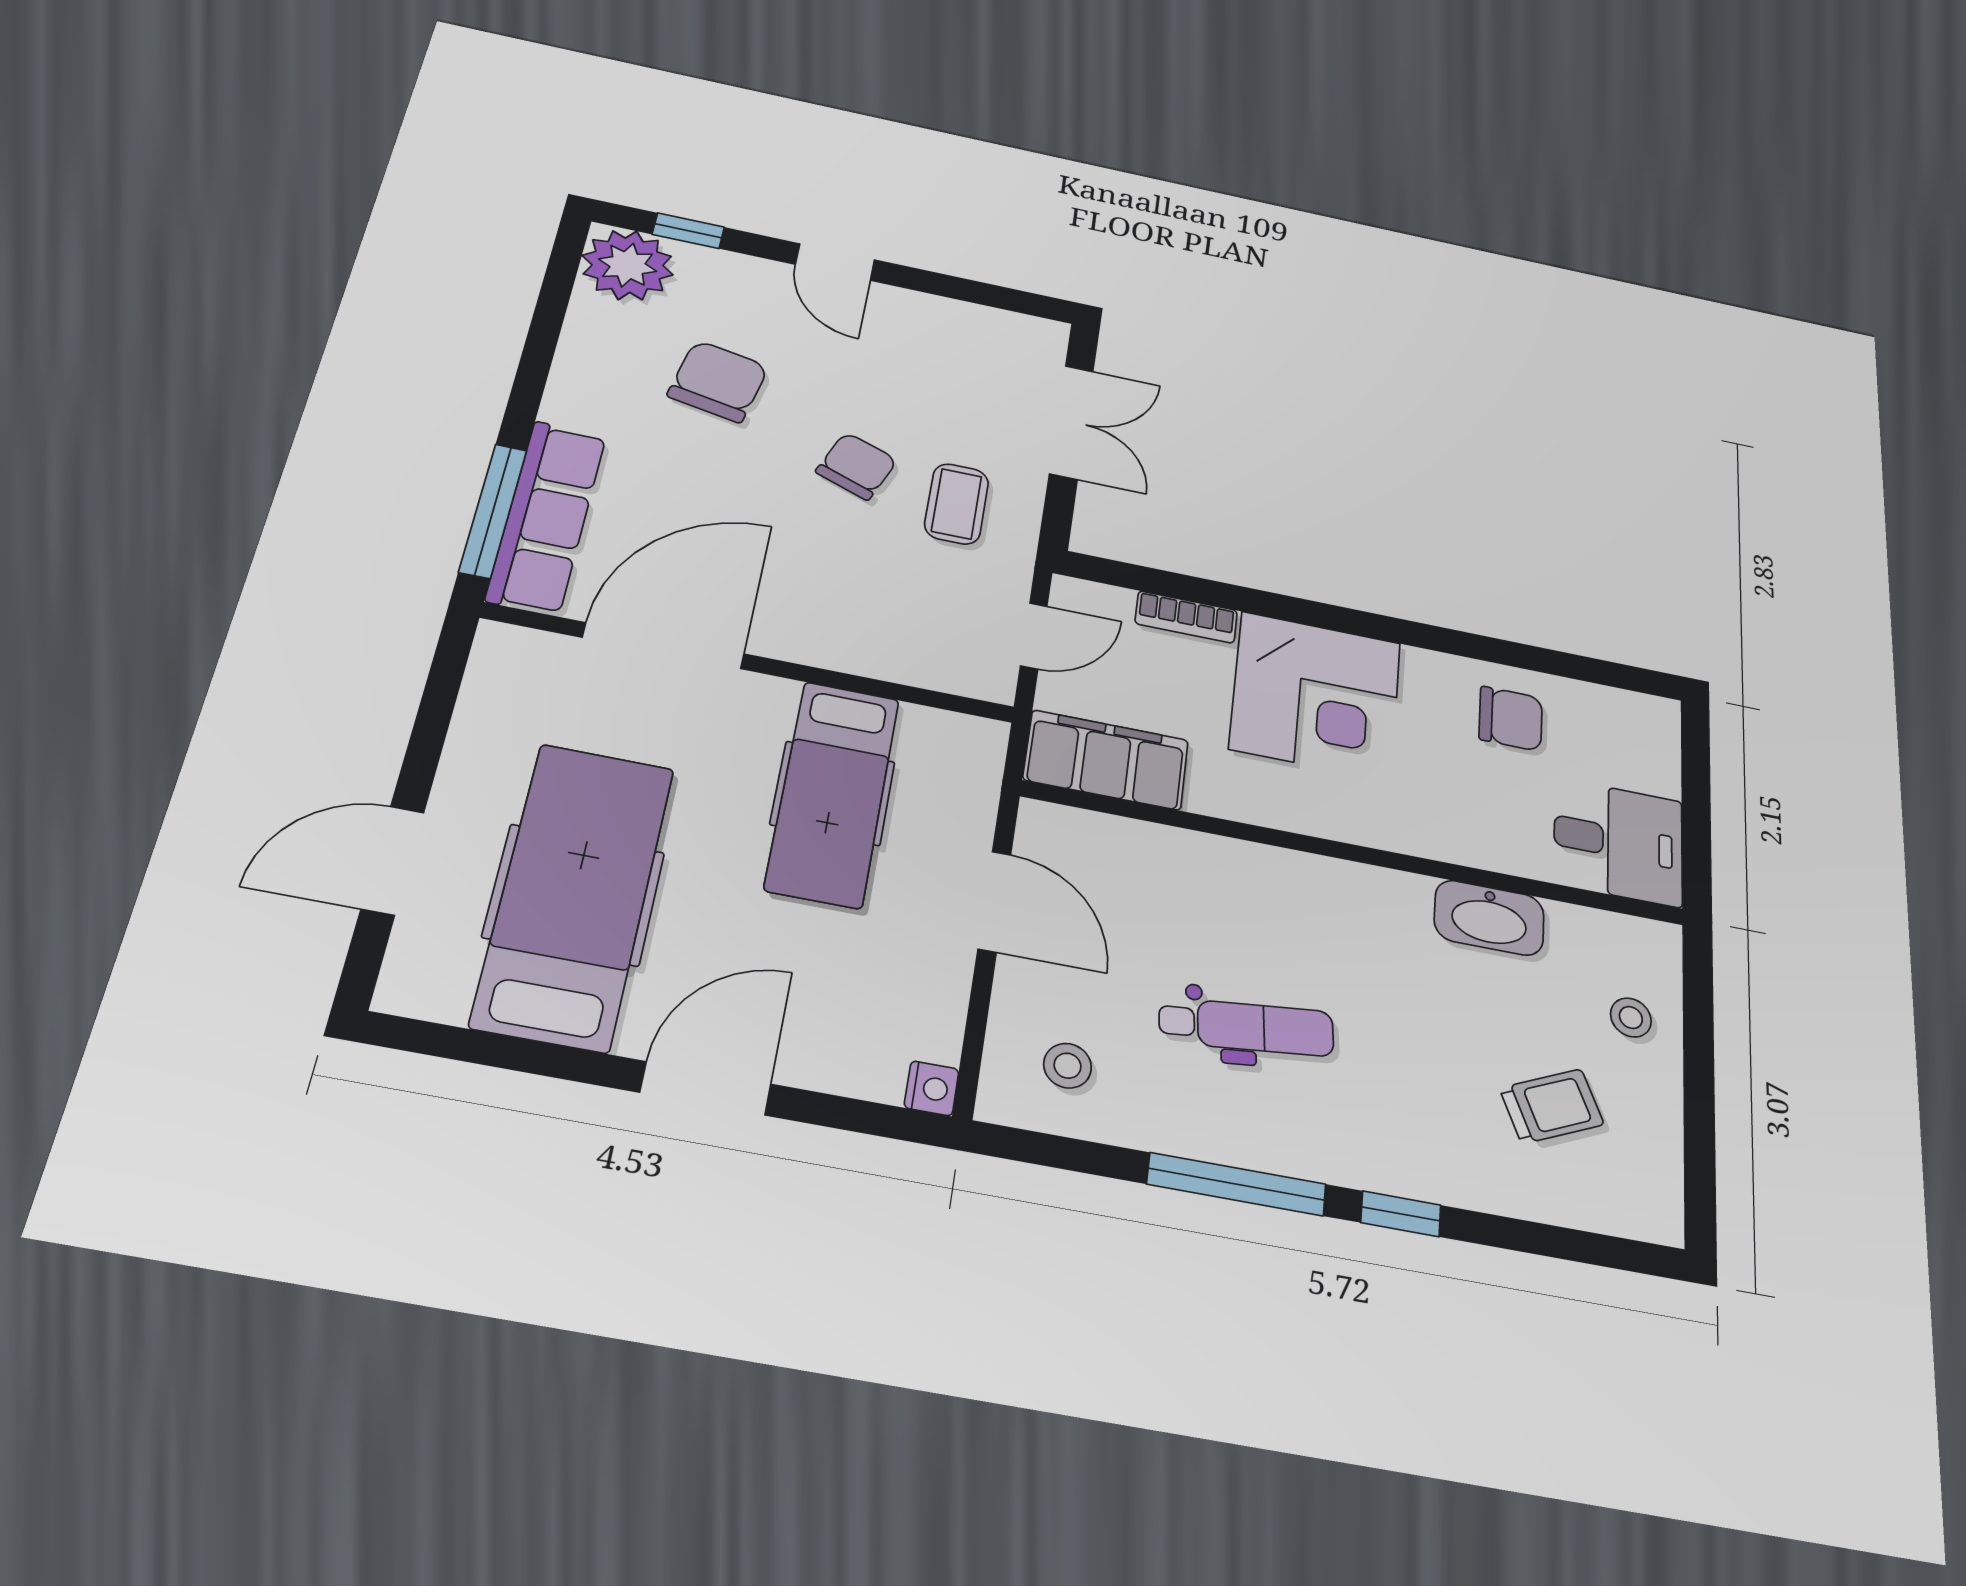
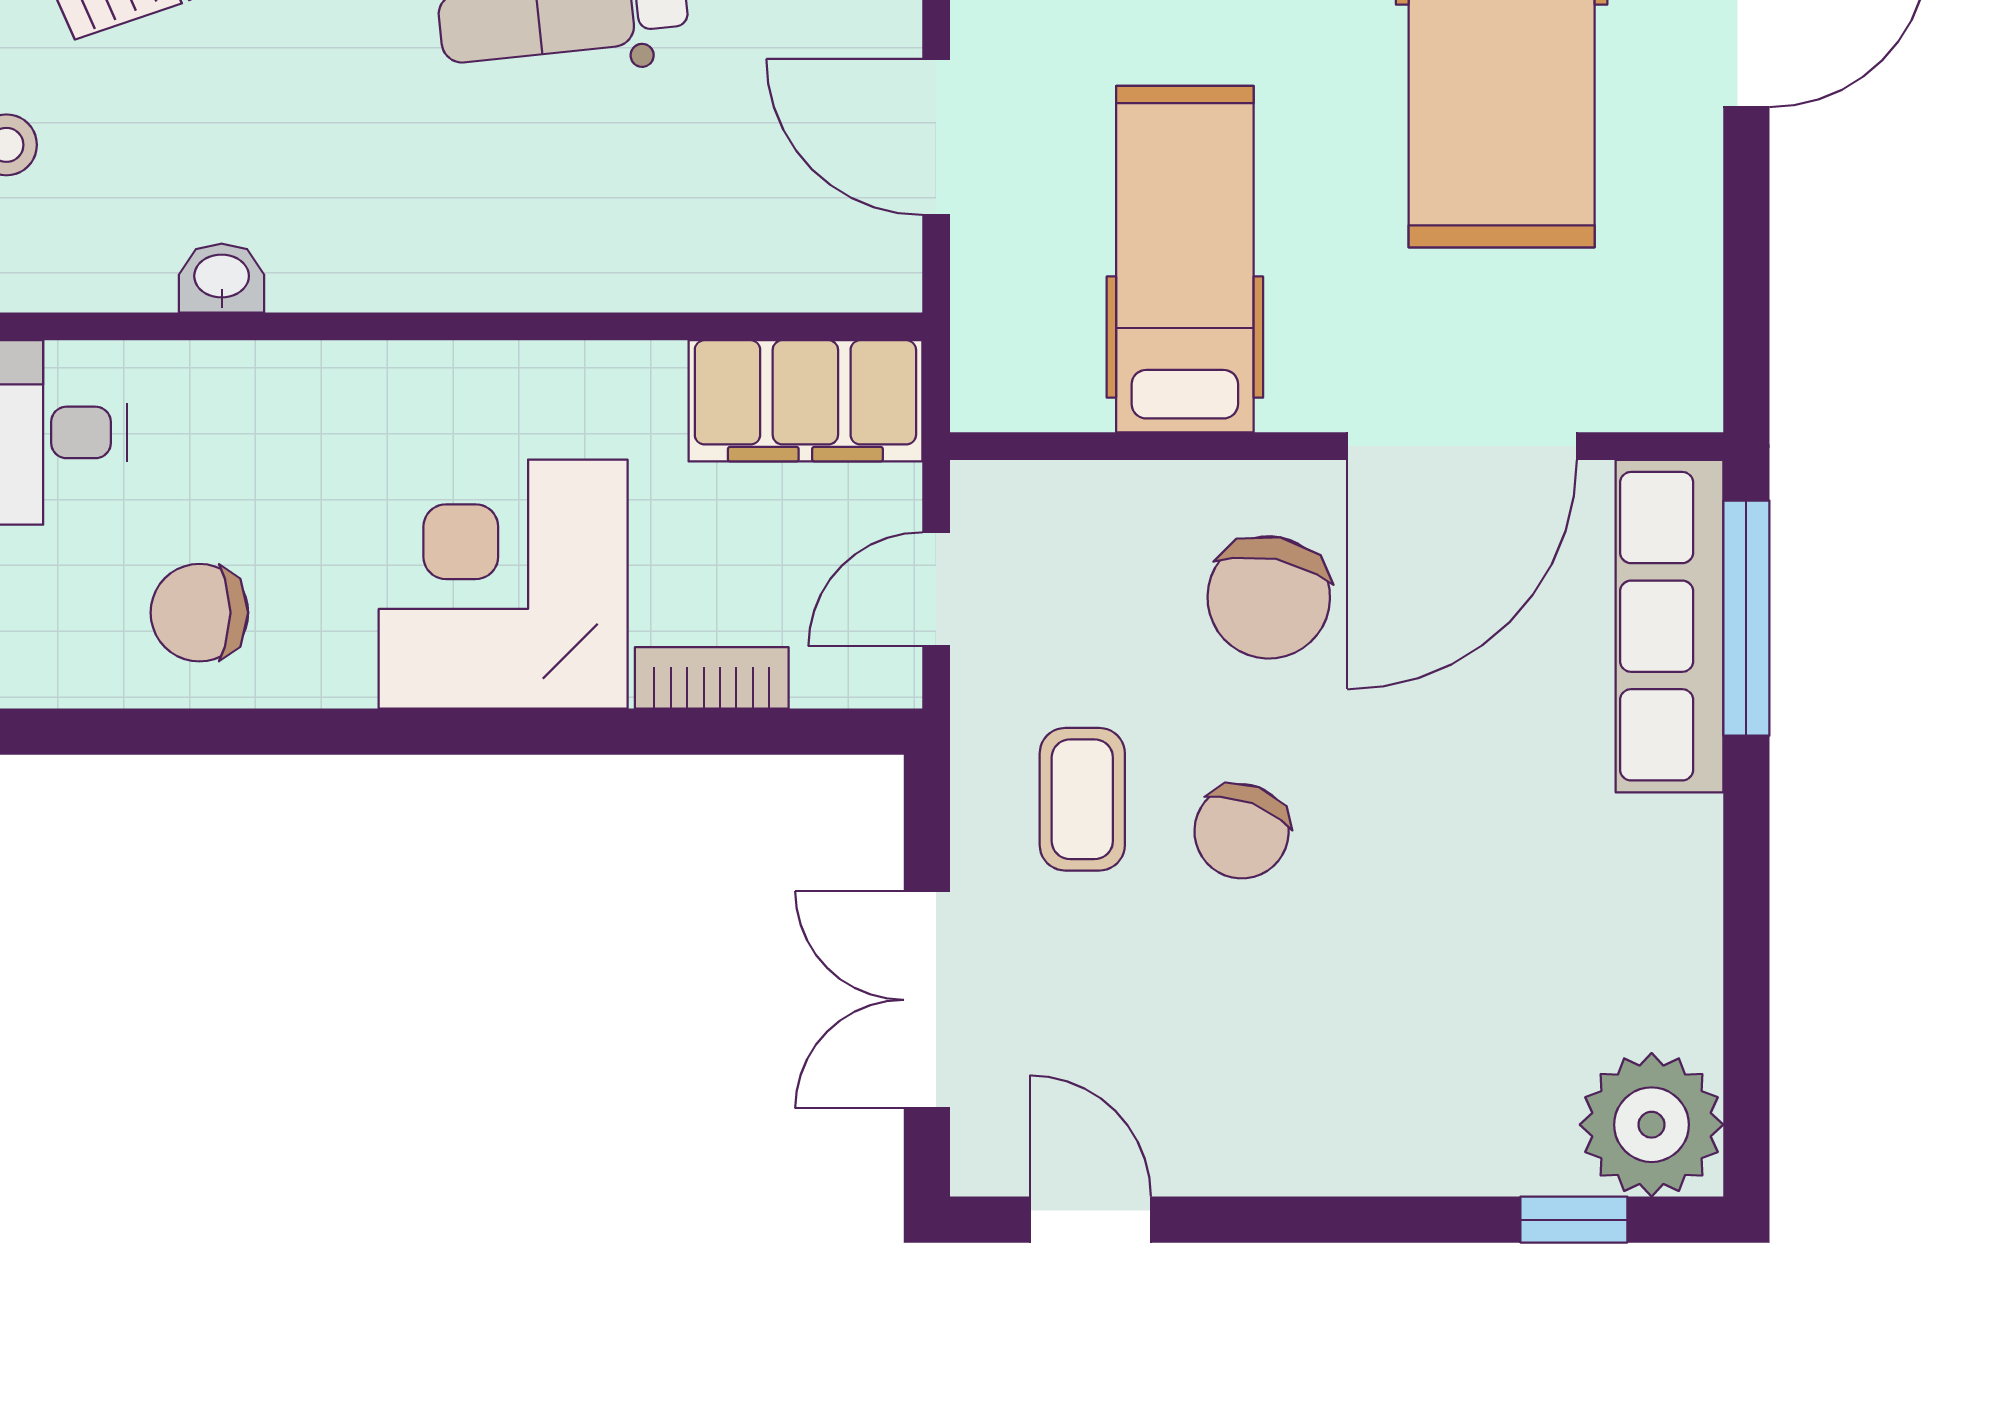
door: (835, 262) -> (1090, 1220), moved
chair: (718, 381) -> (1269, 597), moved
washbasin: (1489, 918) -> (222, 278), width x0.52, depth x0.69

